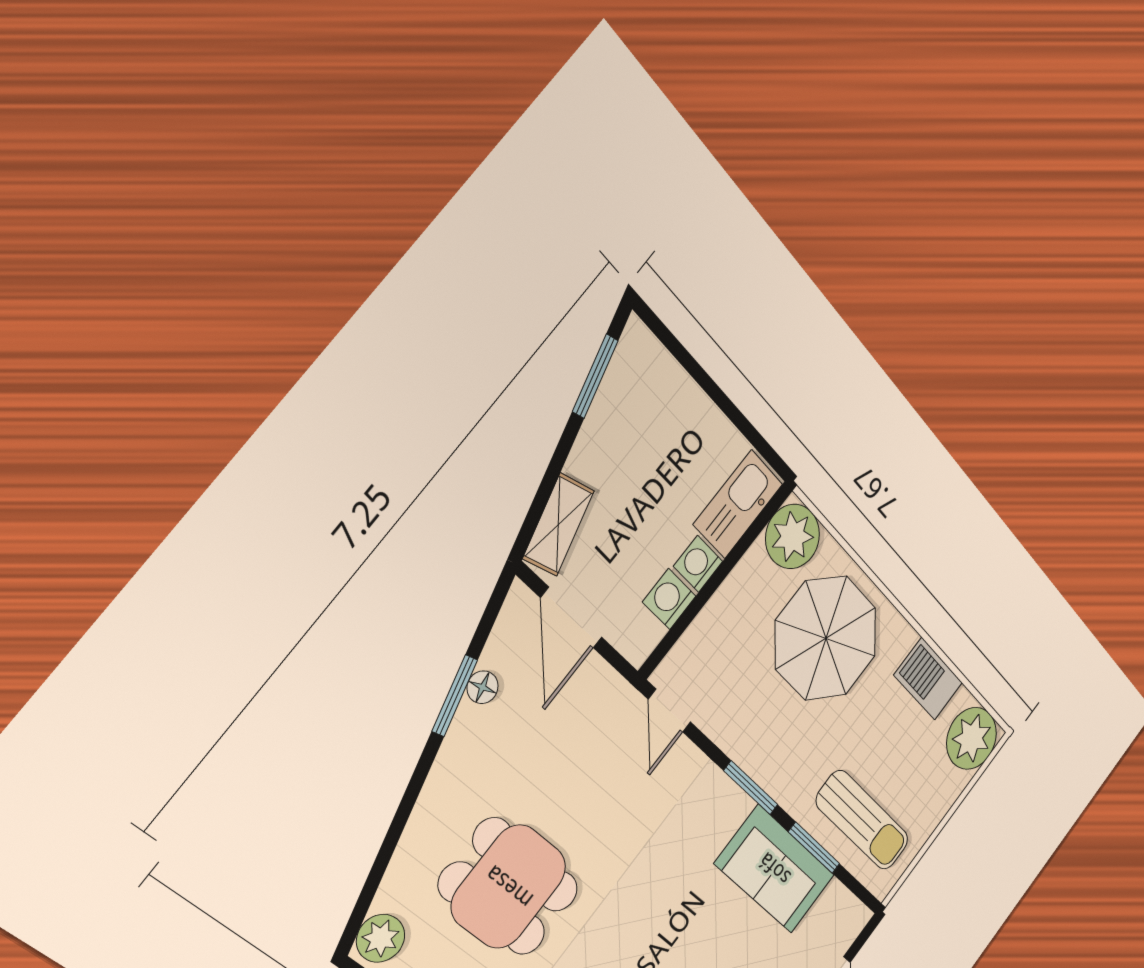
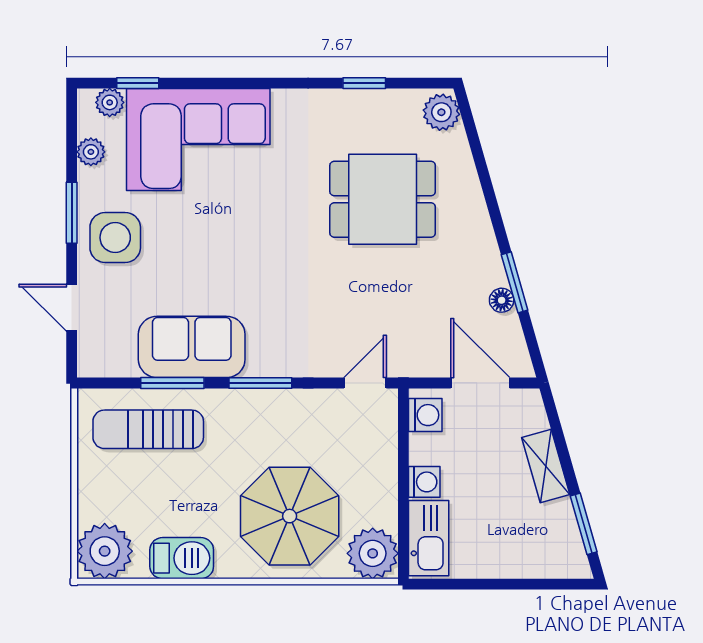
shelving: (558, 525) -> (546, 466), moved
washing machine: (669, 599) -> (425, 415), moved
door: (669, 711) -> (365, 383), hinge flipped

